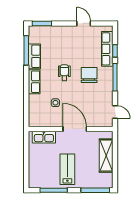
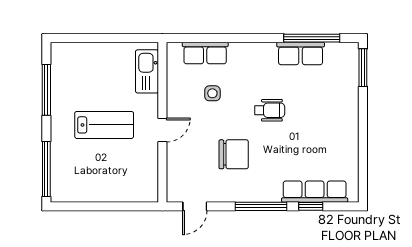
door: (84, 23) -> (363, 147), removed
chair: (89, 75) -> (234, 154), moved
row of seats: (34, 82) -> (205, 53), moved
door: (75, 129) -> (162, 130), width x0.53
shelving: (106, 156) -> (112, 190), removed
lab bench: (67, 169) -> (104, 125), moved

